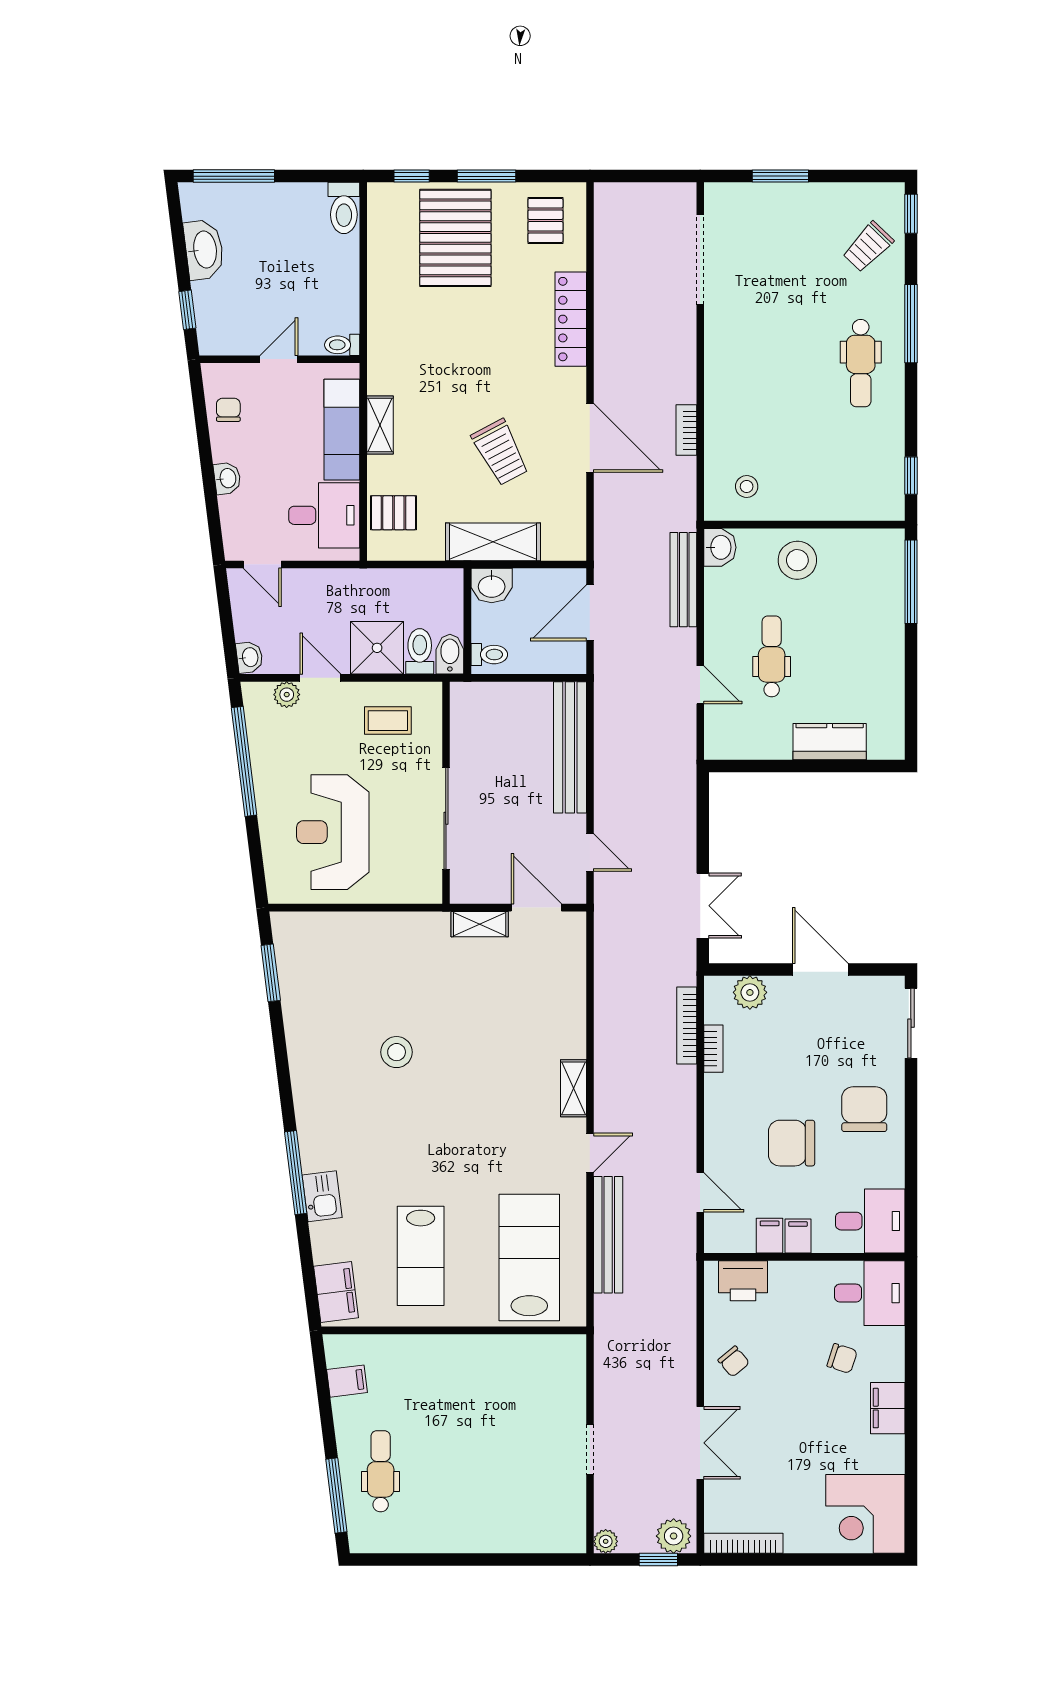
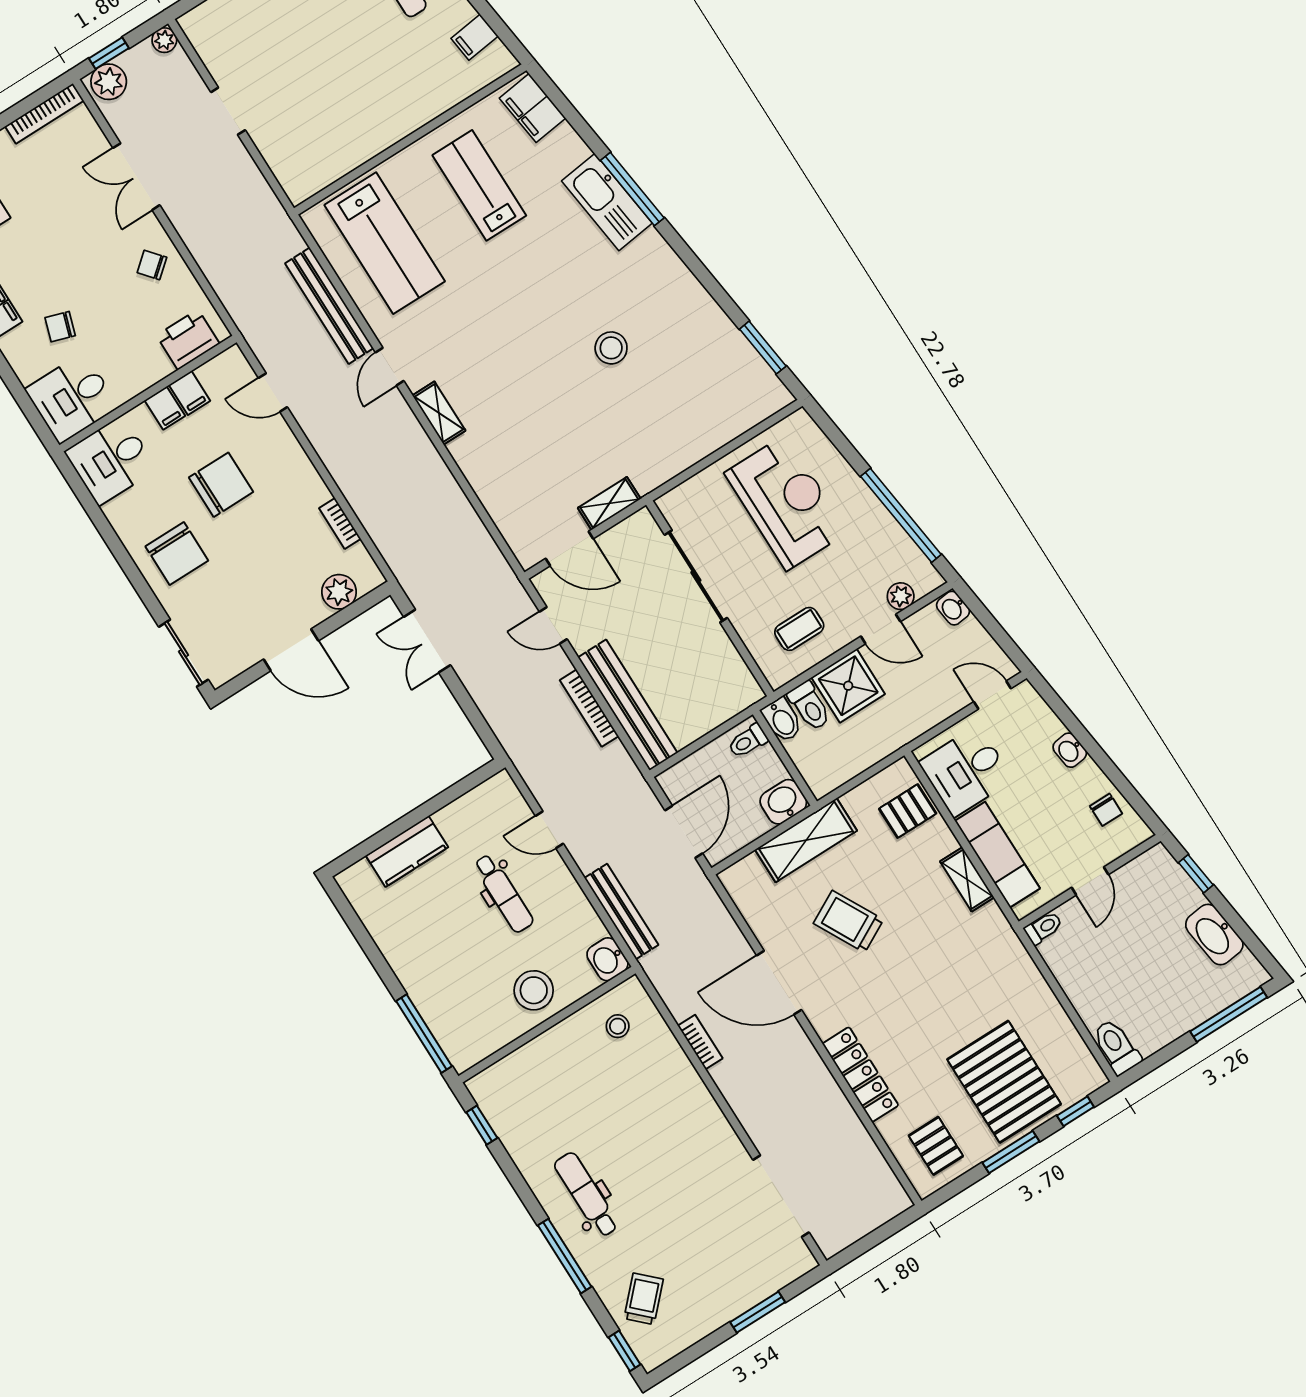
bookcase: (687, 1025) -> (589, 708), moved, turned 180
kitchen sink: (322, 1196) -> (607, 202), width x1.88, depth x1.24

